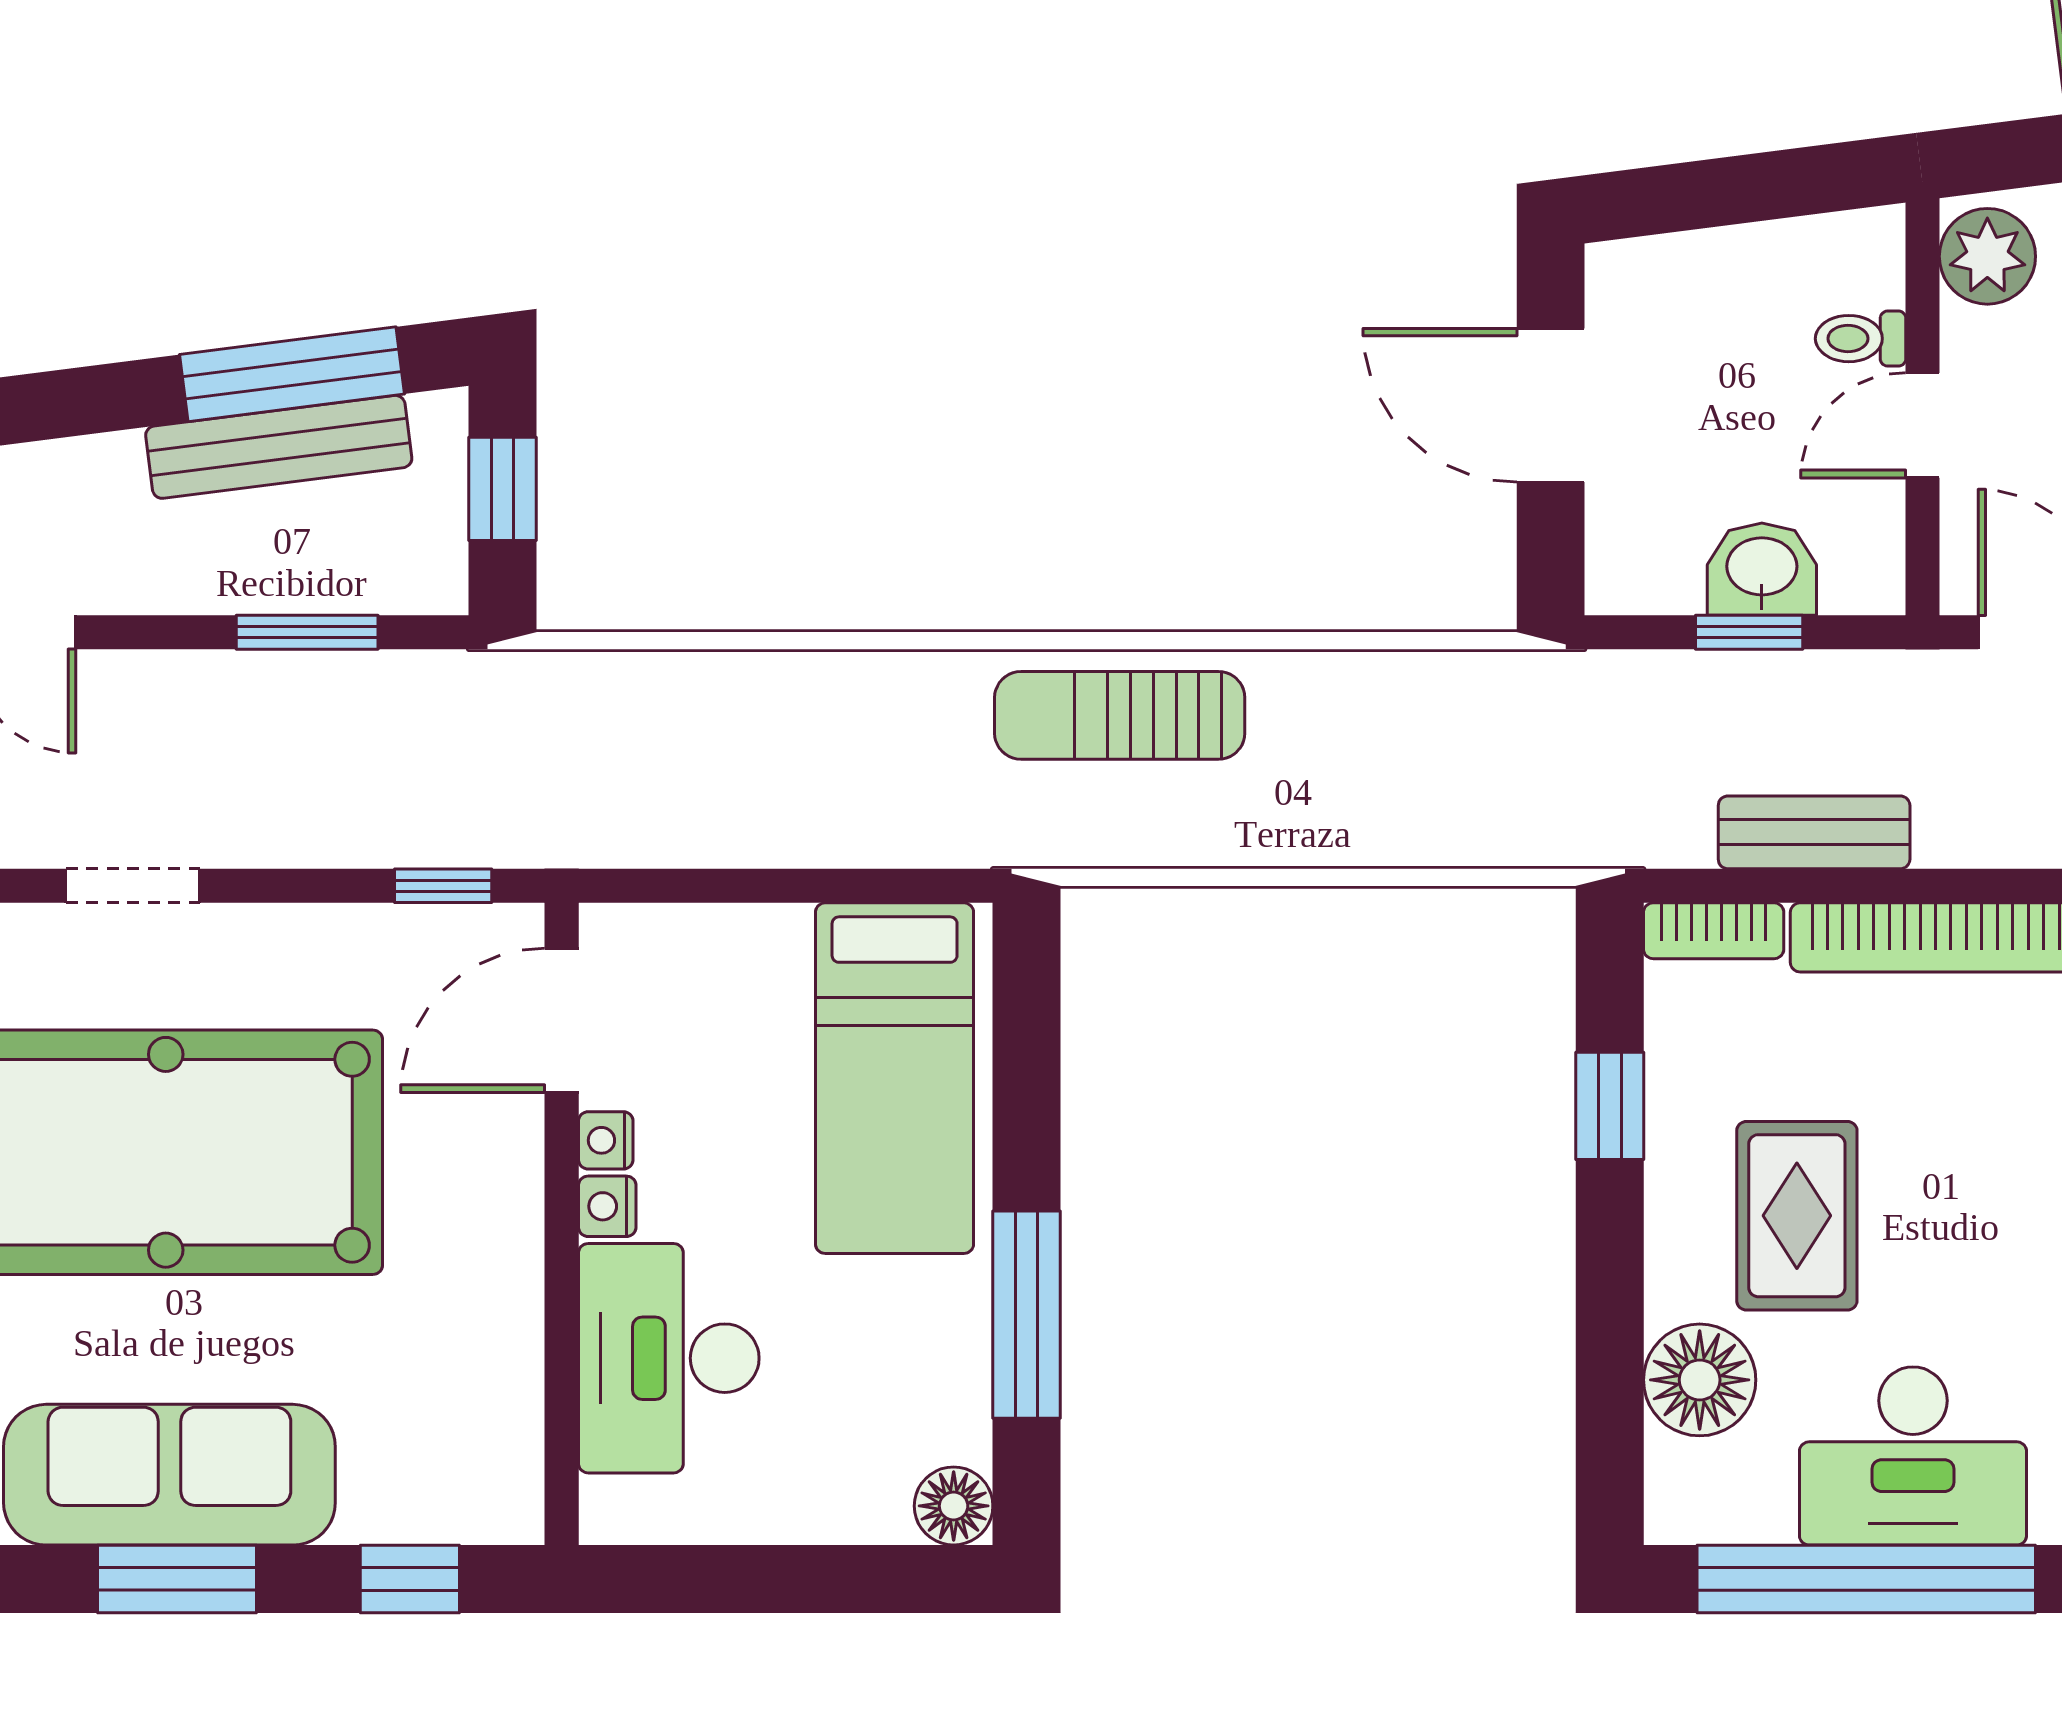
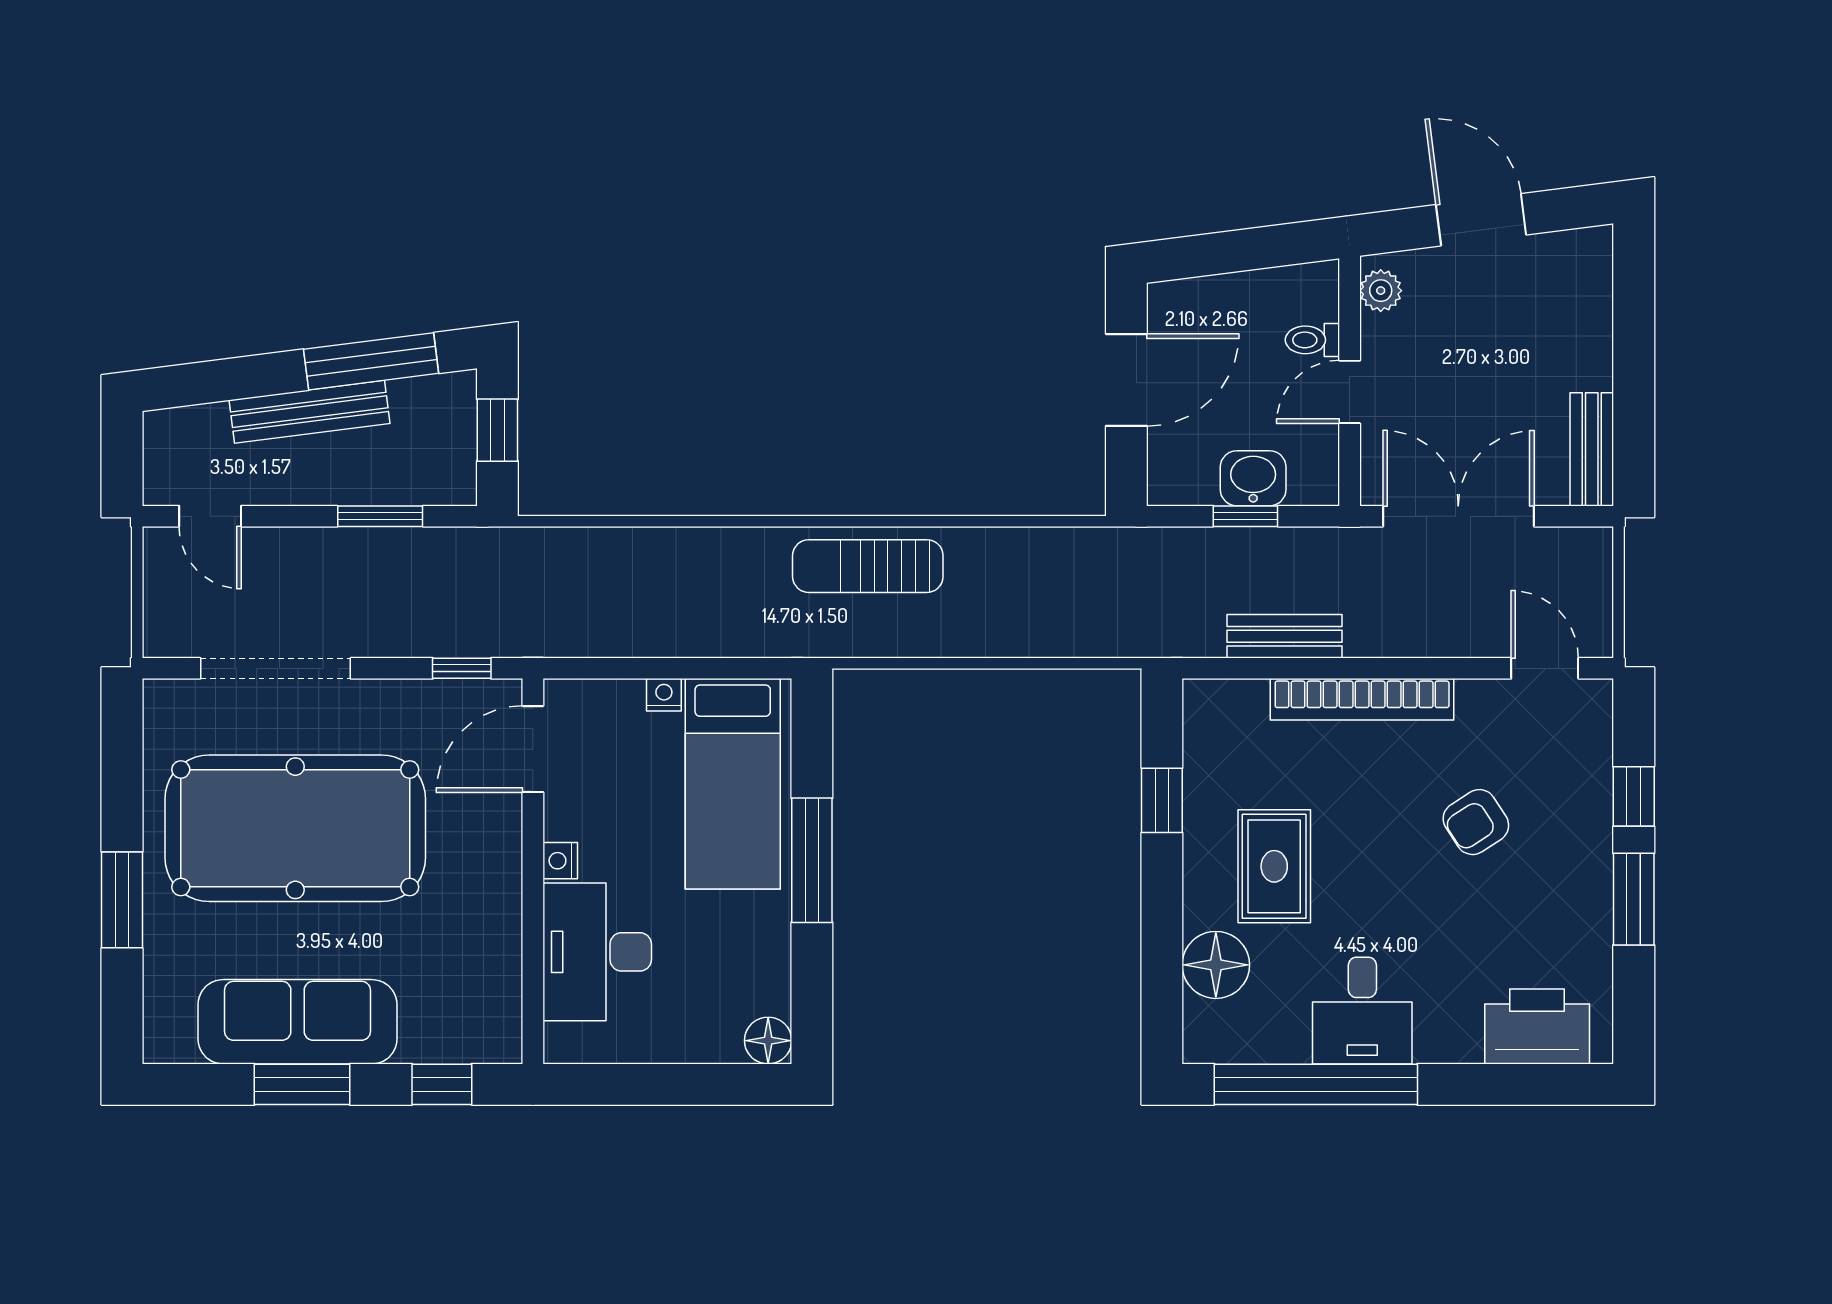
plant: (1987, 256) -> (1381, 291), width x0.73, depth x0.73
door: (1551, 405) -> (1126, 380), swing flipped
bench: (279, 447) -> (310, 412), moved
doorway: (133, 886) -> (275, 668), width x1.88
bookcase: (1714, 931) -> (1224, 695), removed
nightstand: (606, 1140) -> (664, 695), moved, turned 90
window: (1027, 1315) -> (812, 860), moved
desk: (1913, 1456) -> (1362, 1011), width x0.73

